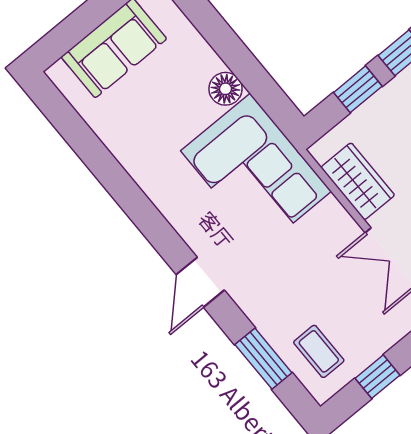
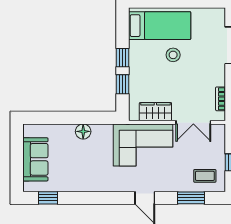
window: (67, 122) -> (48, 198), added
corner sofa: (256, 171) -> (143, 145), moved

